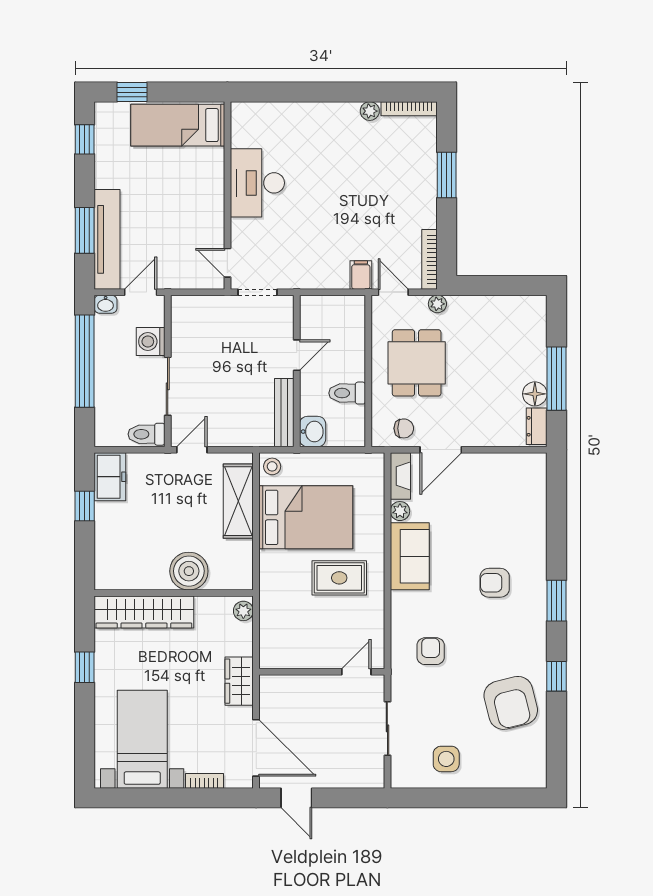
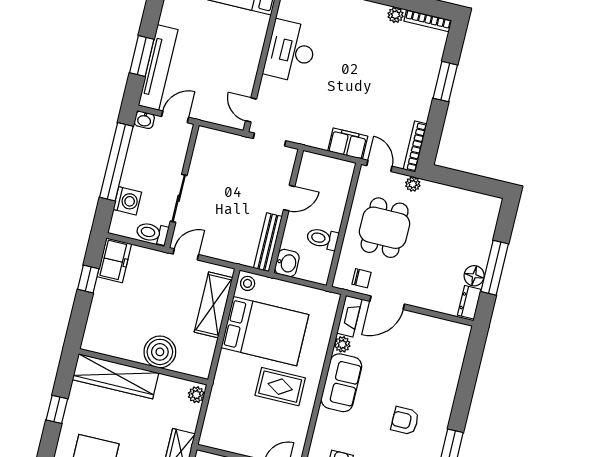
filing cabinet: (361, 275) -> (348, 144), width x2.00
washing machine: (151, 342) -> (127, 201), moved, turned 180

